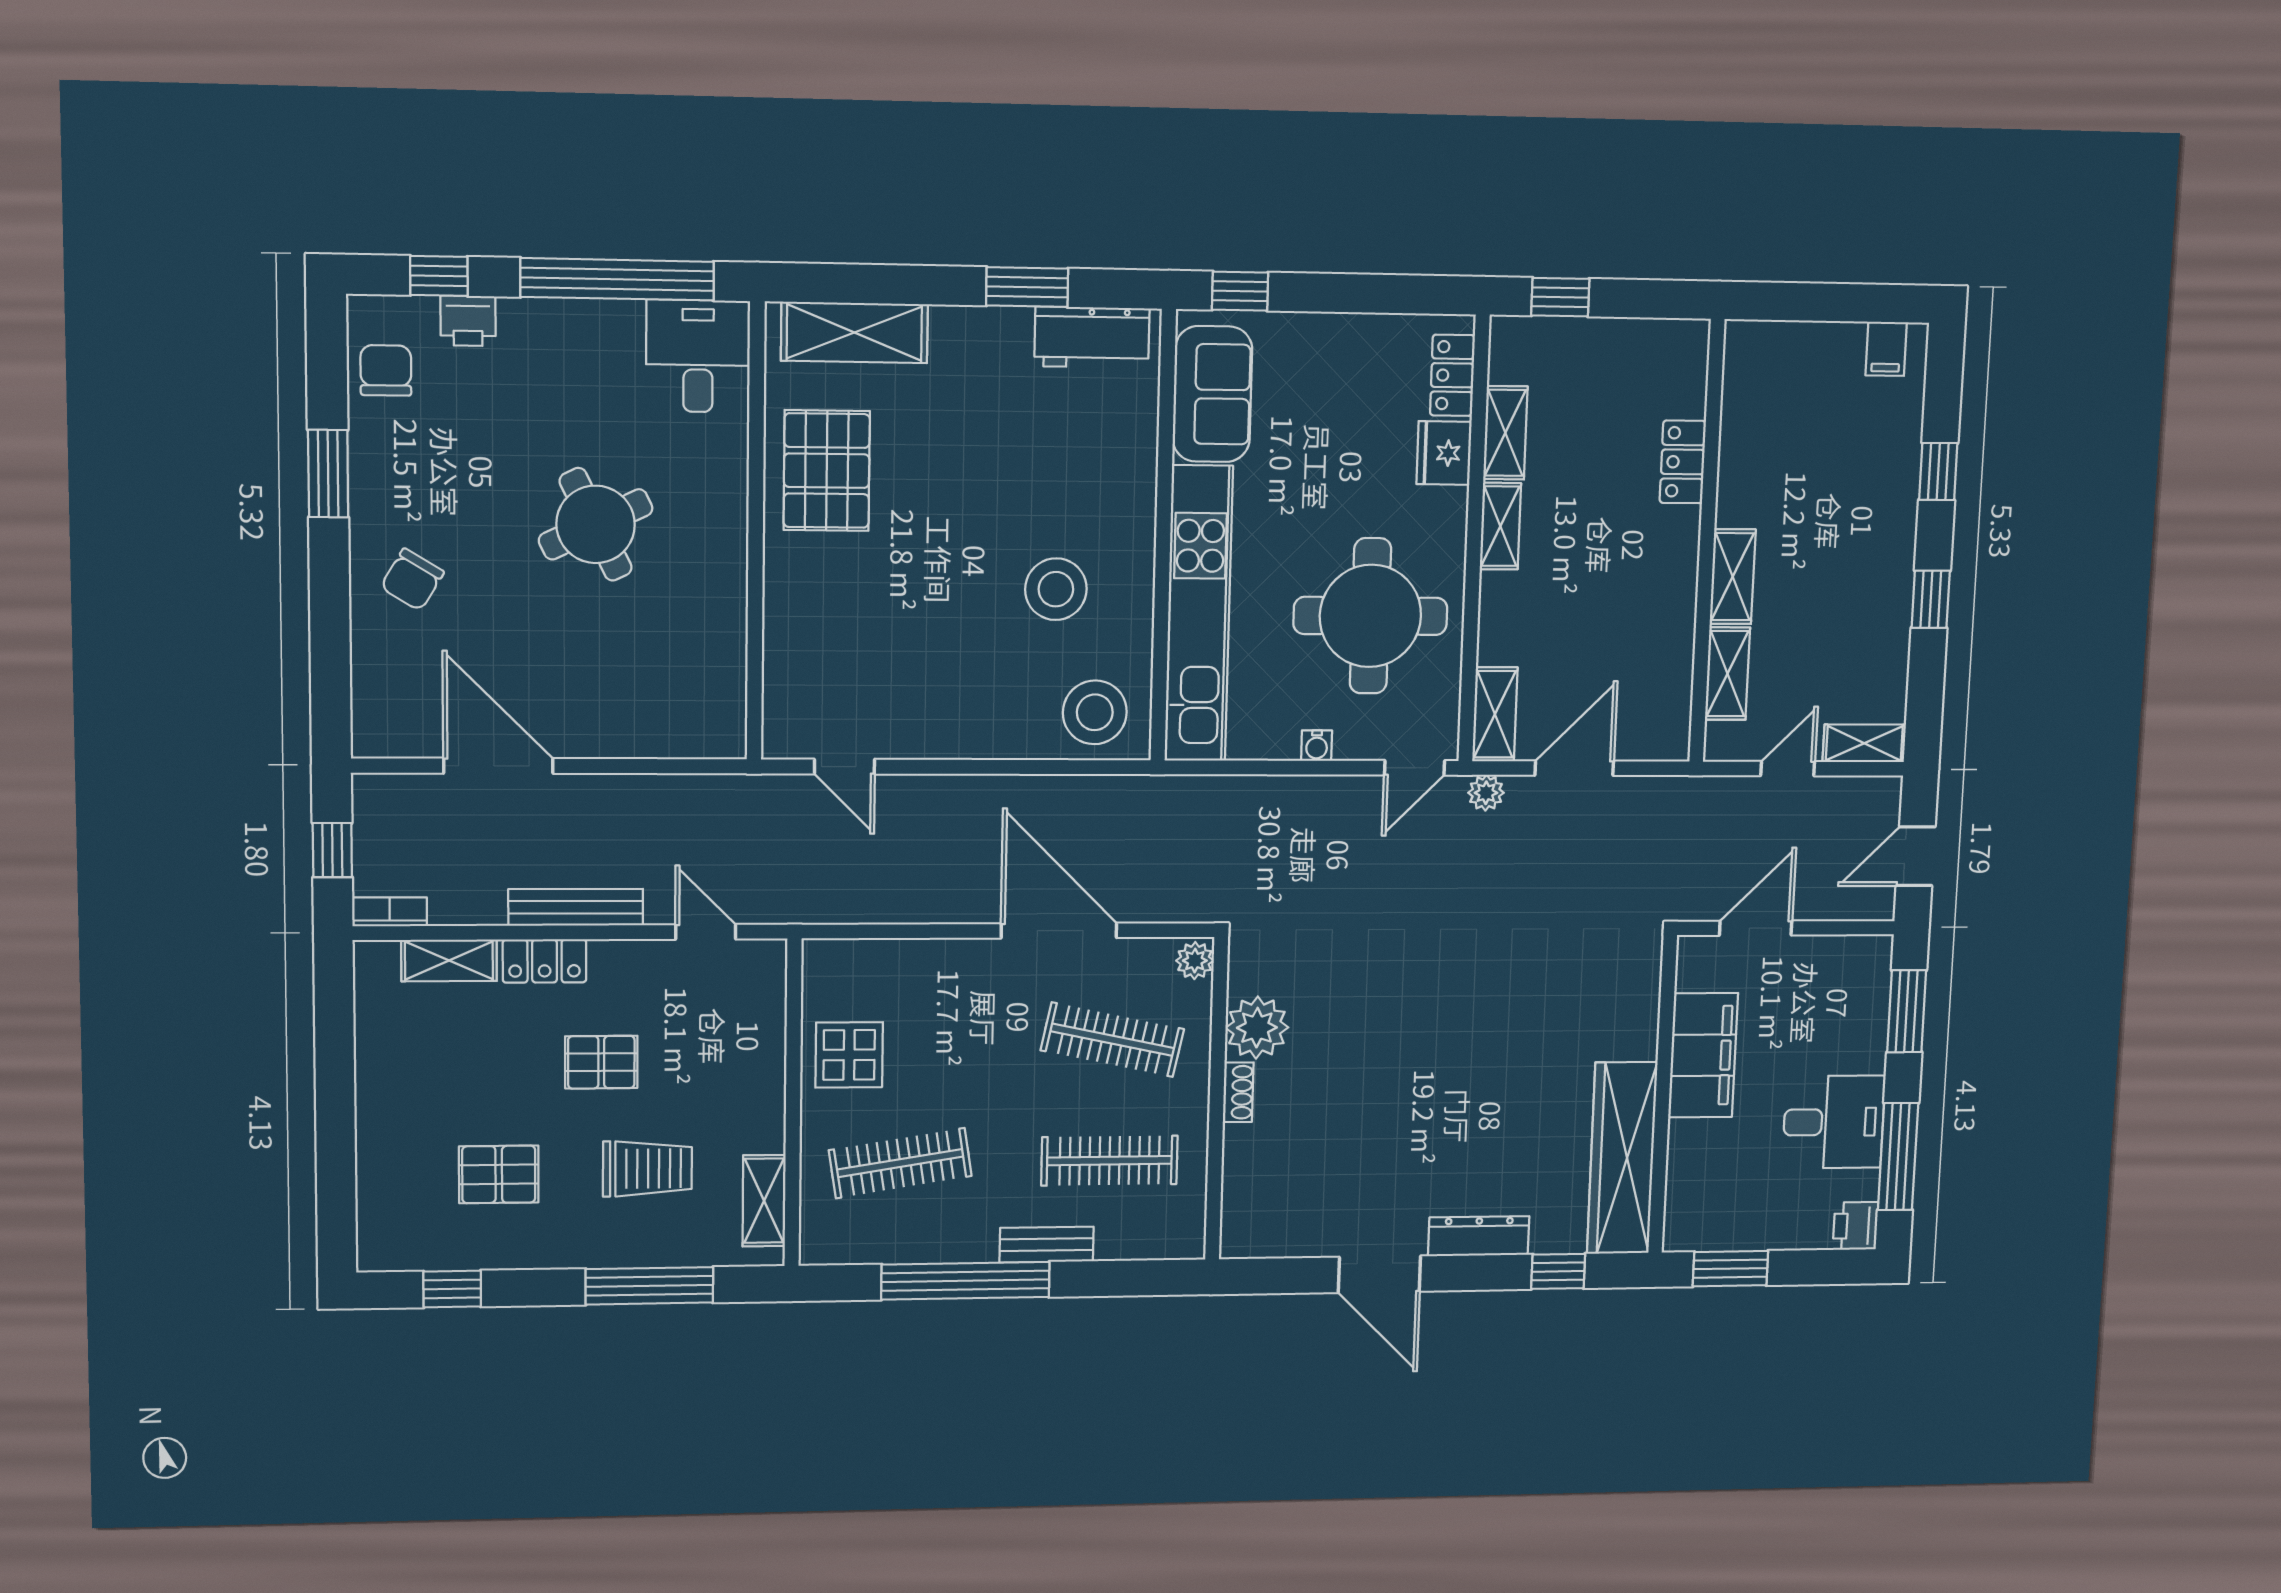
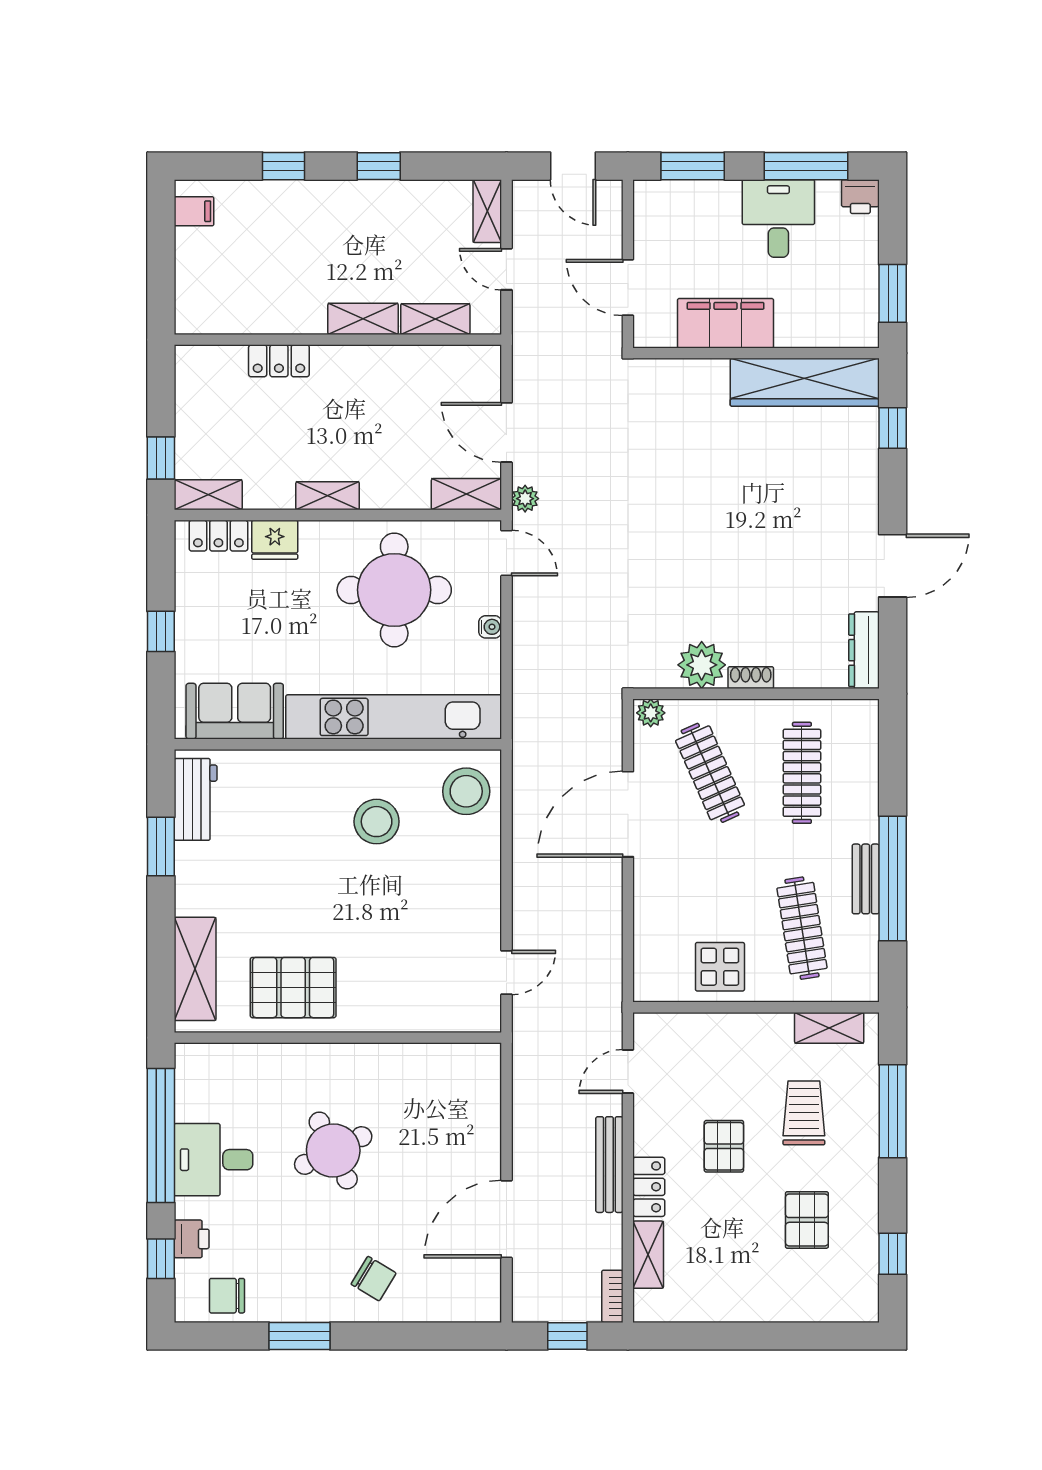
window: (1240, 291) -> (161, 631), moved
desk: (698, 356) -> (214, 1160), moved
shelving: (1505, 433) -> (208, 495), moved
clothes rail: (1112, 1040) -> (710, 773), turned -36
dresser: (1479, 1236) -> (864, 650), moved
bench: (1047, 1245) -> (866, 879), moved

